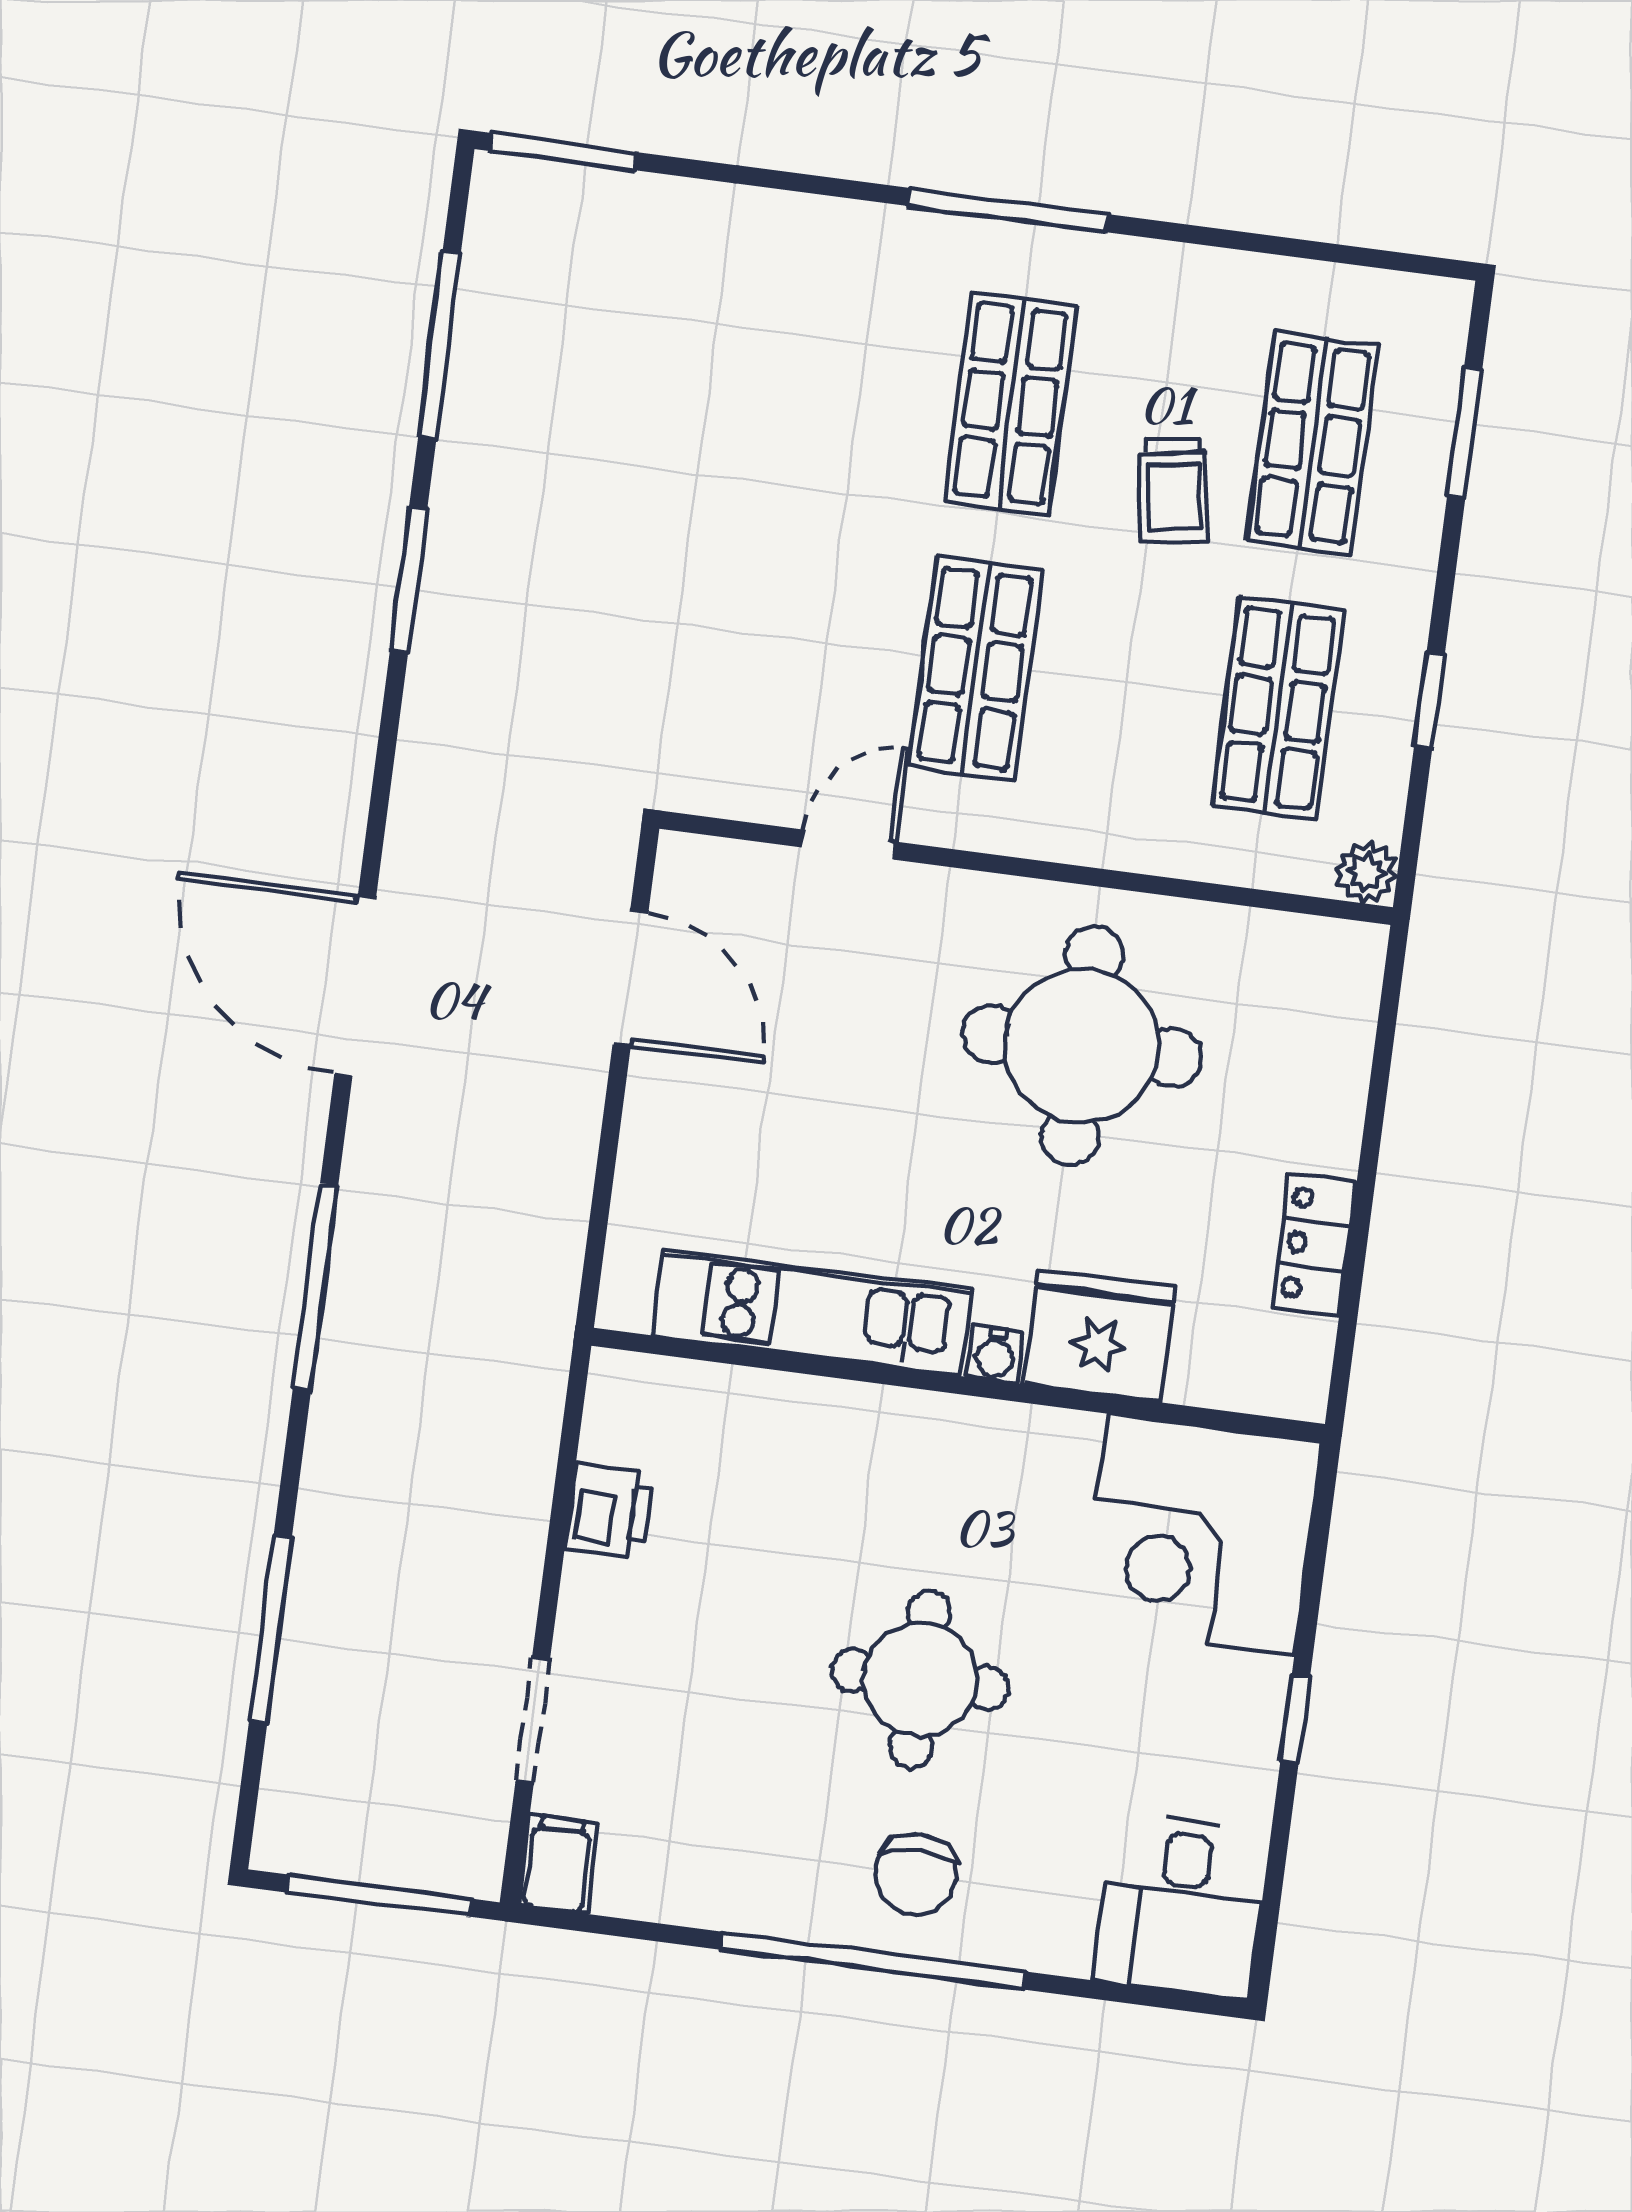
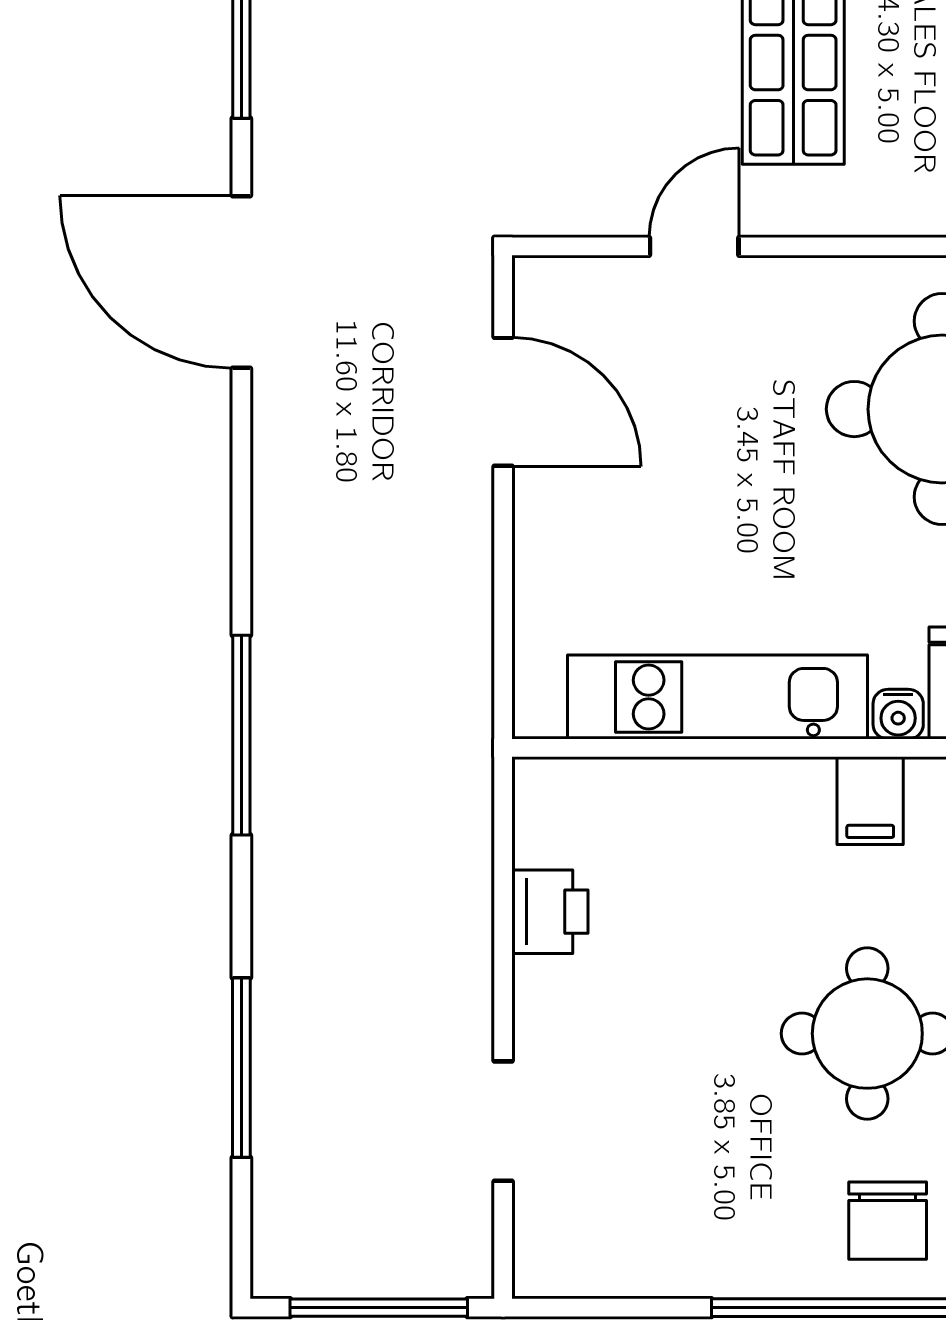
door: (355, 986) -> (241, 282), moved
filing cabinet: (558, 1864) -> (870, 801), moved, turned 180

